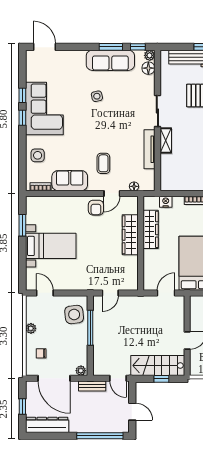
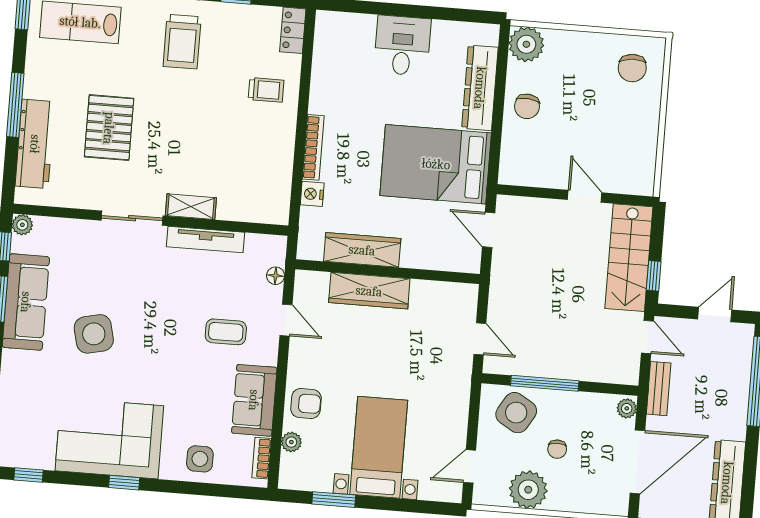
floor lamp: (148, 68) -> (47, 229), removed
window: (22, 95) -> (29, 475), moved
side table: (97, 96) -> (94, 334), width x1.87, depth x1.87
plant: (50, 201) -> (291, 442), added
nightstand: (166, 202) -> (312, 194), moved
armchair: (96, 208) -> (306, 403), moved
side table: (74, 315) -> (516, 413), turned 38
plant: (31, 328) -> (528, 490), width x1.87, depth x1.87
chair: (41, 353) -> (557, 449), moved
door: (118, 378) -> (647, 337), hinge flipped
window: (161, 379) -> (654, 276), moved

